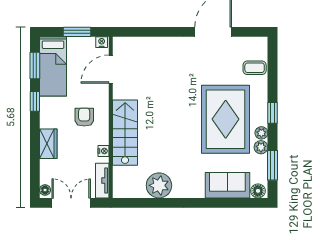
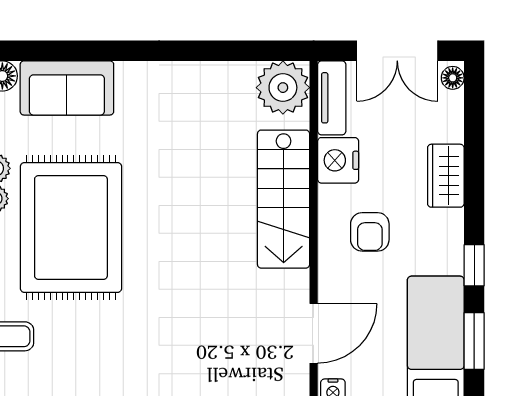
nightstand: (103, 151) -> (338, 160), width x1.89, depth x1.79
plant: (159, 185) -> (283, 88), moved

